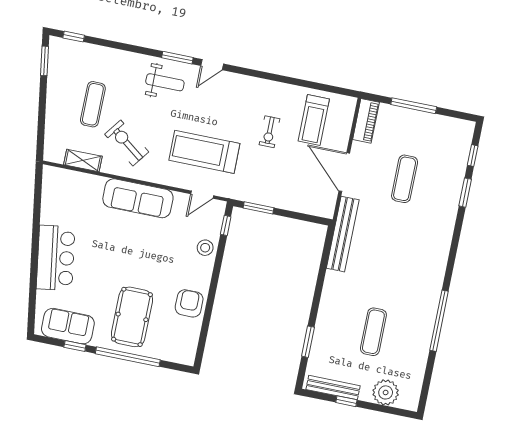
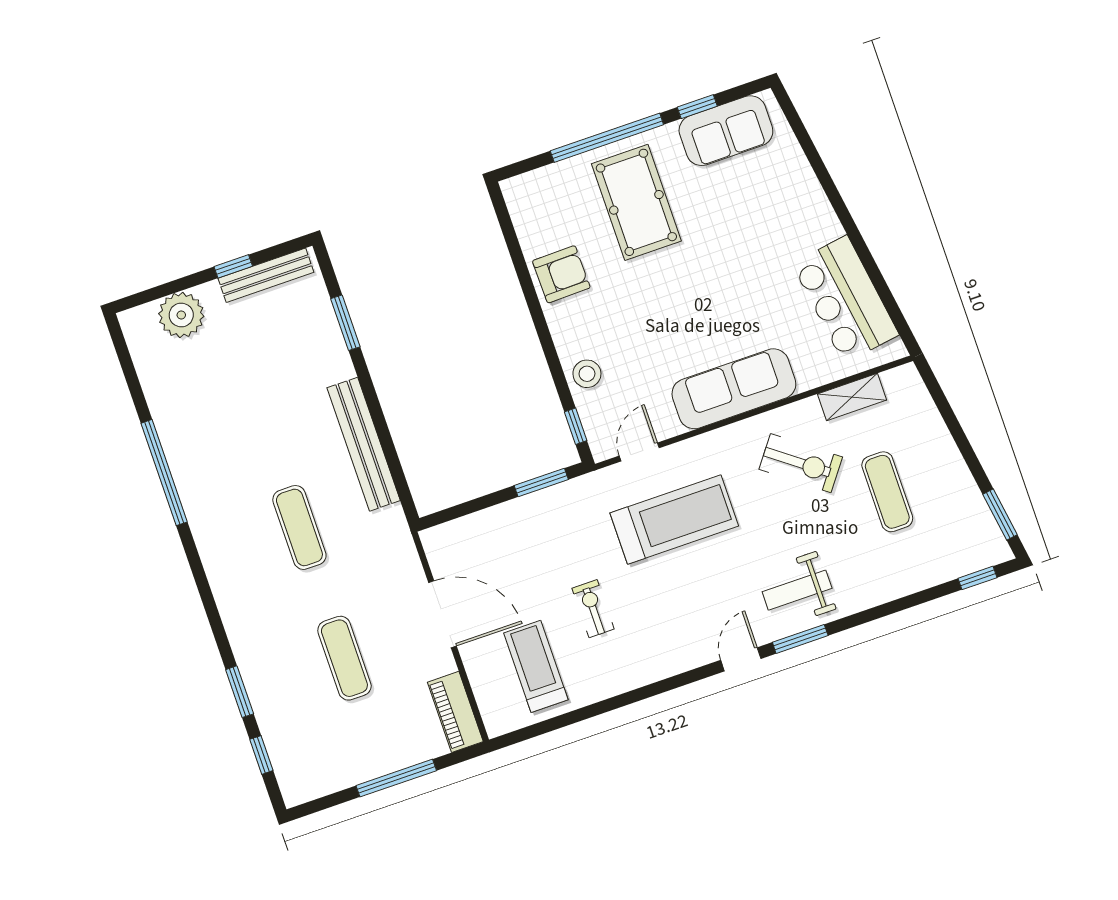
bench: (343, 234) -> (364, 444), moved
bar counter: (56, 258) -> (845, 299), moved
armchair: (189, 303) -> (561, 274), turned -91
exercise mat: (373, 332) -> (299, 527), moved

